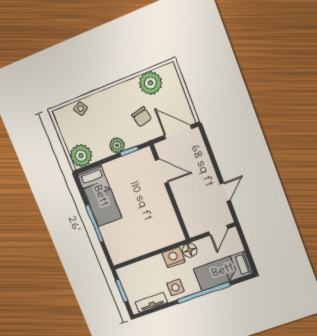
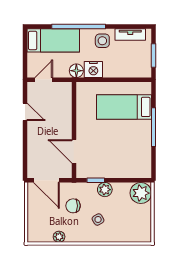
plant: (150, 83) -> (59, 237), width x0.53, depth x0.53
side table: (81, 108) -> (98, 220), moved
chair: (142, 117) -> (73, 206), turned -77
door: (225, 192) -> (25, 112), swing flipped
bed: (100, 196) -> (124, 107), moved, turned -90

